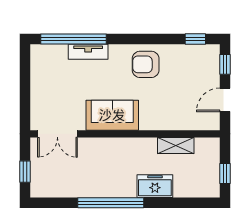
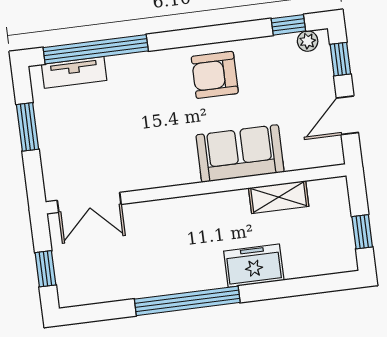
plant: (206, 51) -> (308, 41), added
tv unit: (88, 52) -> (74, 72), moved
window: (25, 82) -> (28, 127), added
sofa: (112, 115) -> (240, 154), moved

